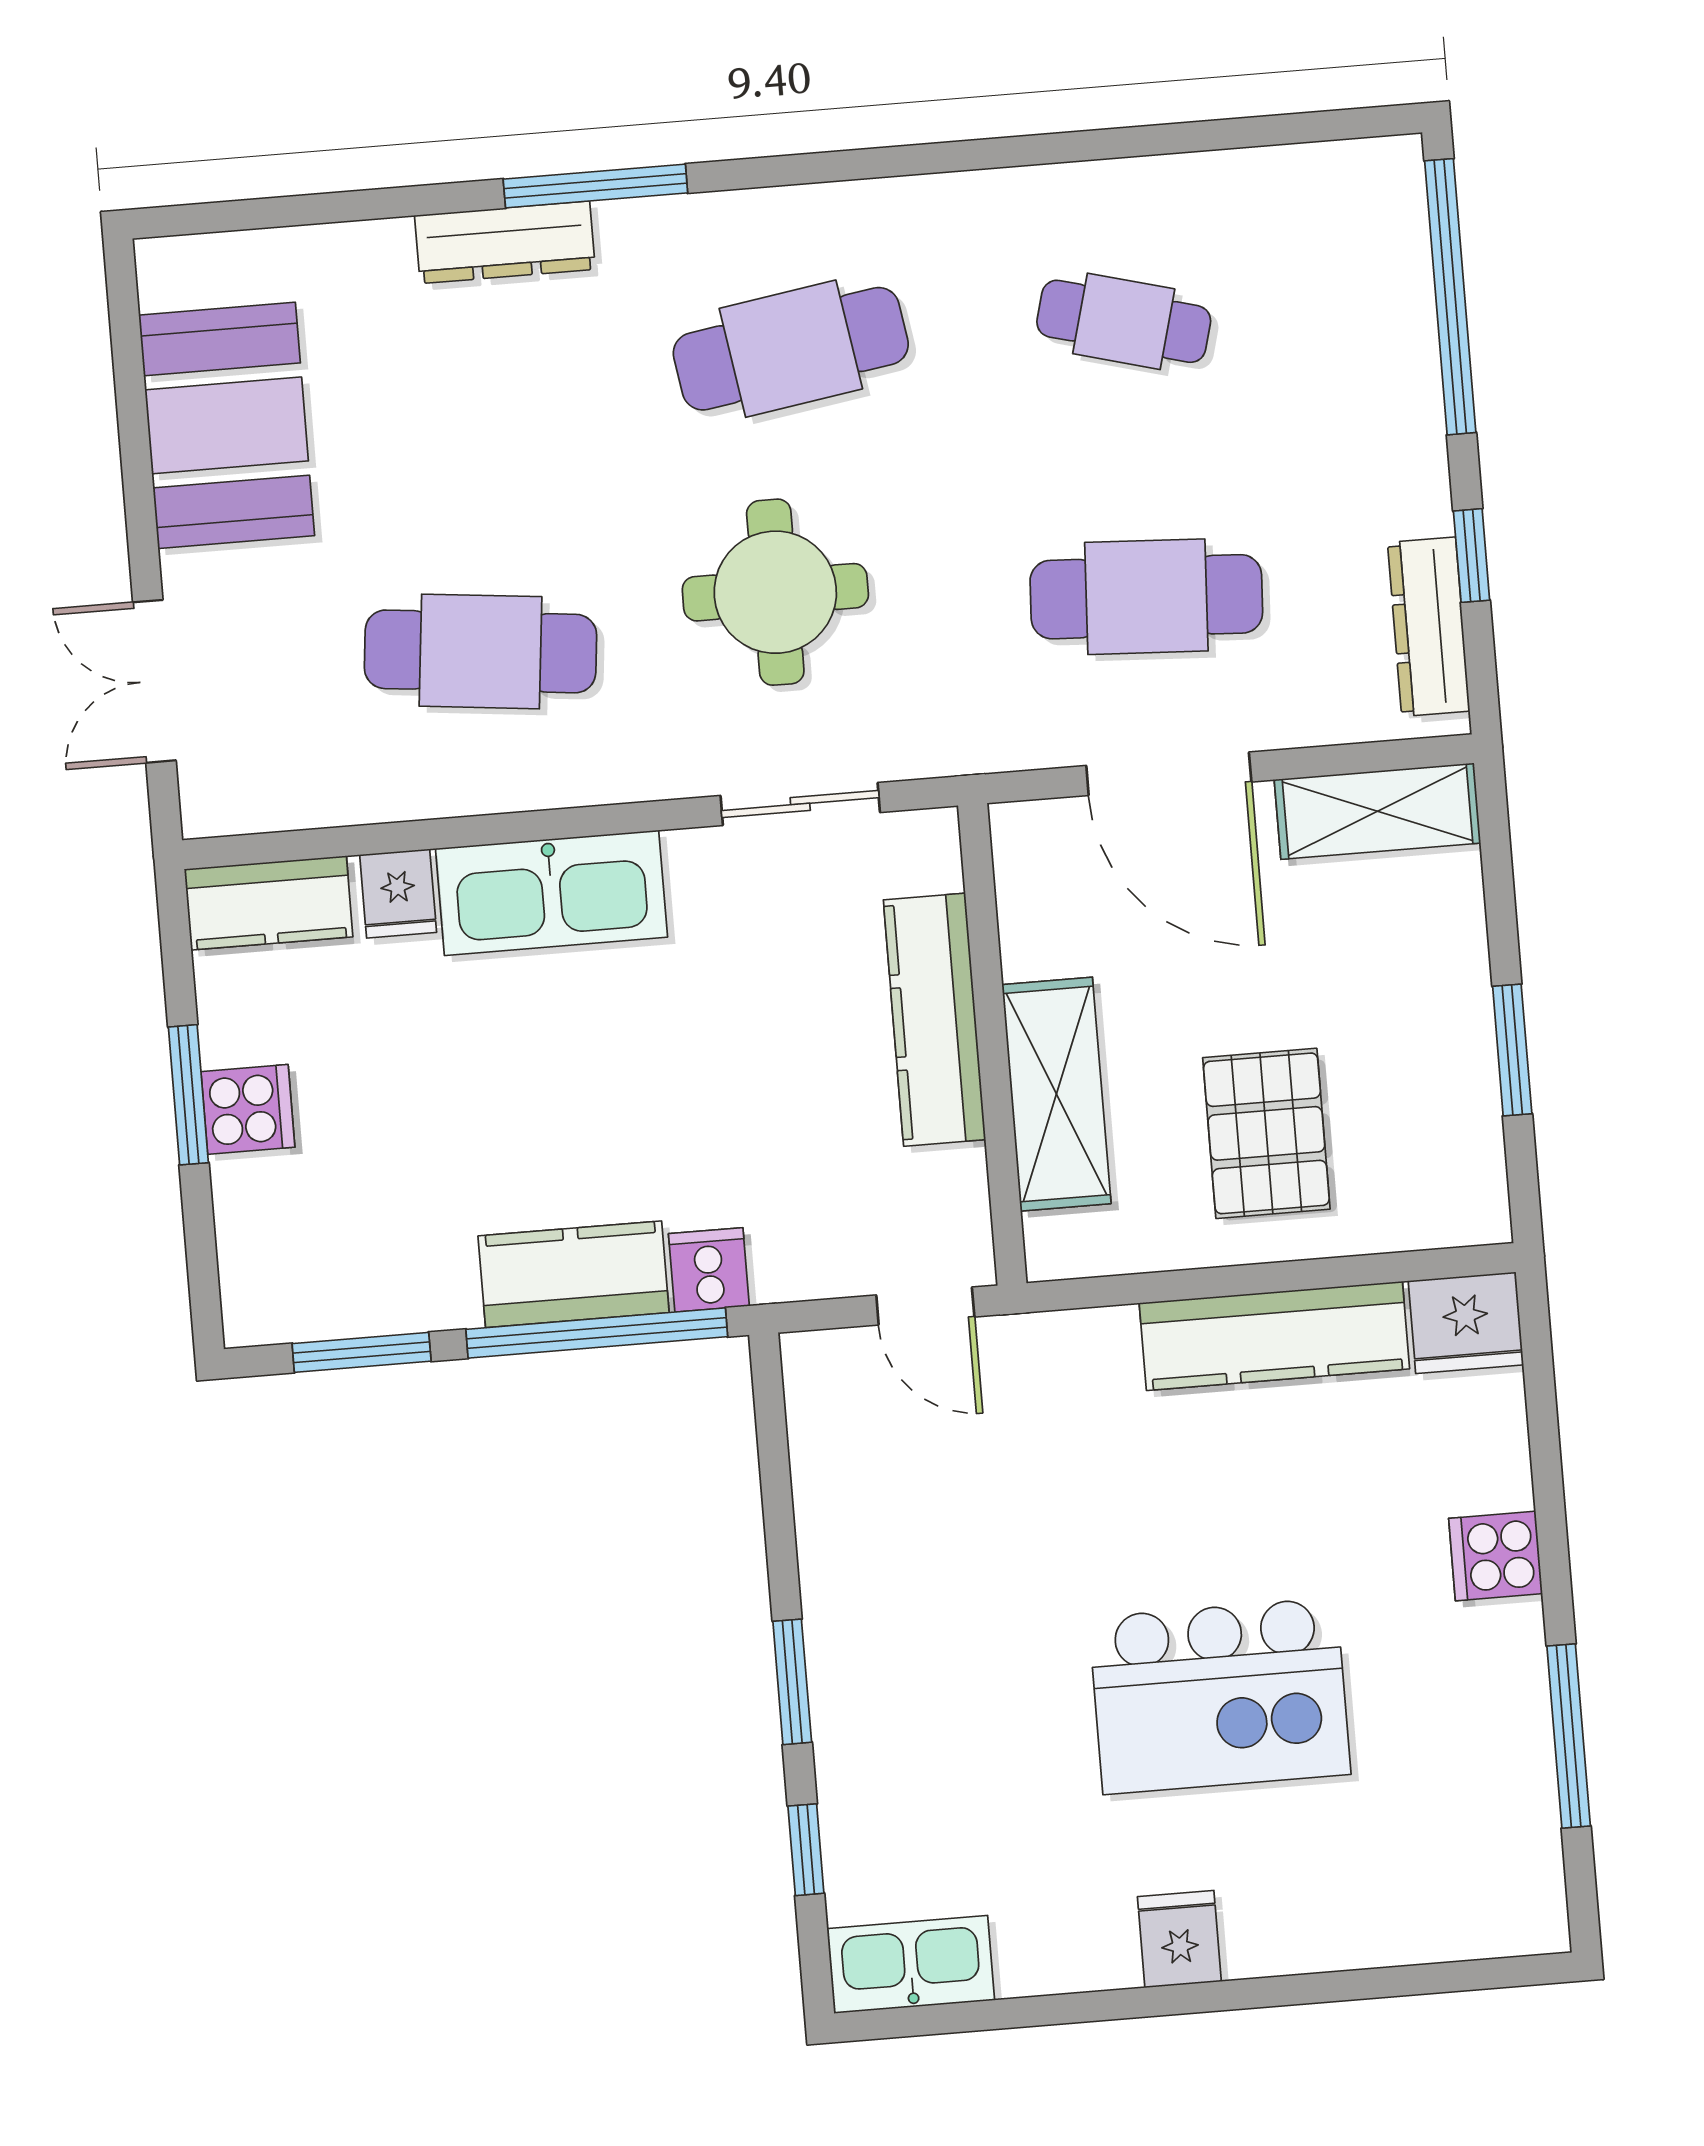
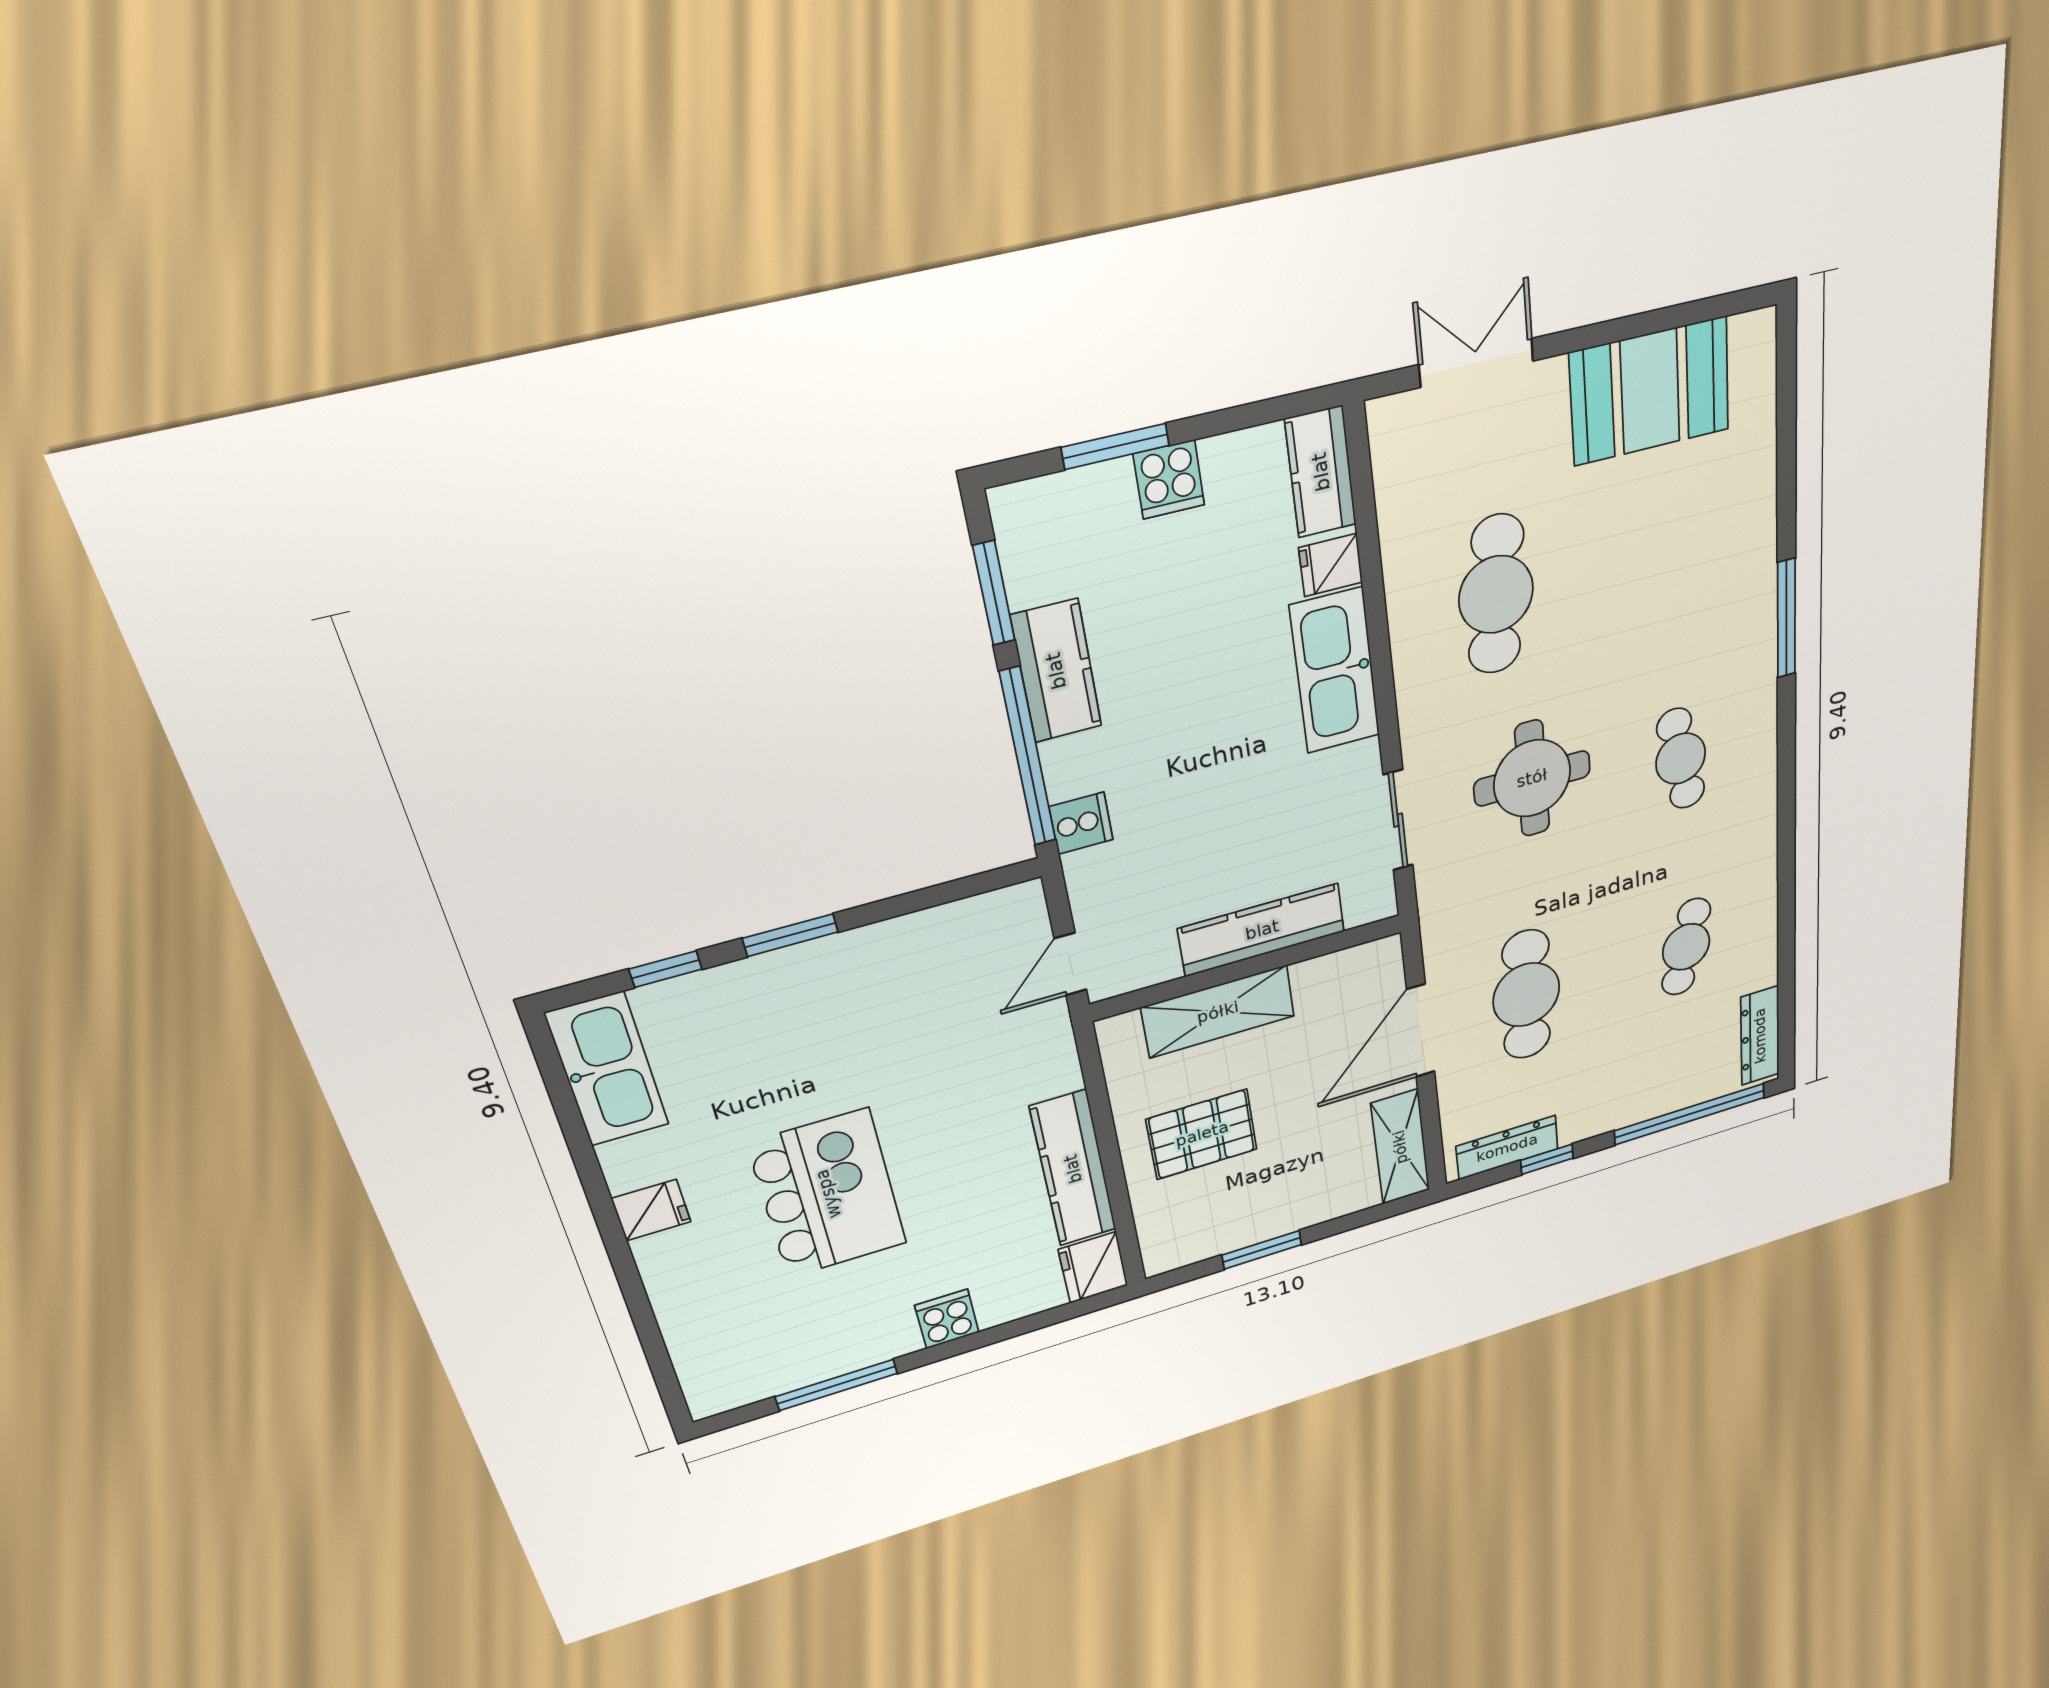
dresser: (505, 242) -> (1760, 1036), moved
cafe table: (791, 349) -> (1681, 759), width x0.73, depth x0.74
window: (188, 1095) -> (1115, 446), moved
kitchen counter: (574, 1274) -> (1056, 671), moved
kitchen island: (1220, 1696) -> (828, 1194), turned 180
kitchen sink: (911, 1964) -> (607, 1069), width x1.36, depth x1.24

